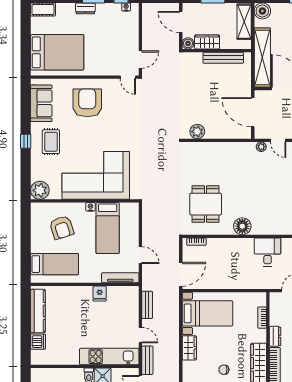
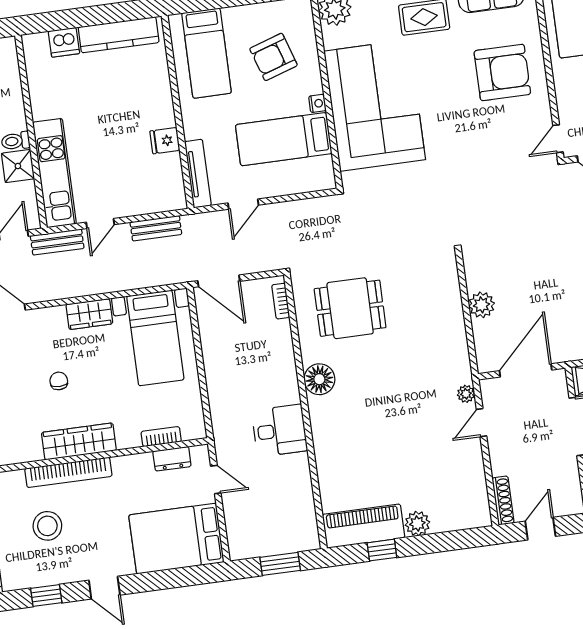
plant: (197, 132) -> (482, 305), moved
dresser: (275, 336) -> (172, 459), moved

